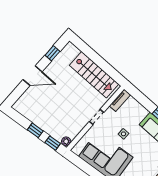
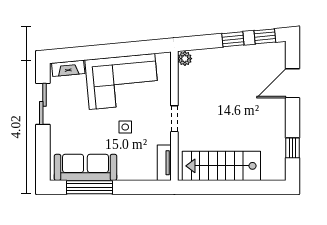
door: (33, 76) -> (293, 83), moved
window: (53, 143) -> (265, 36), moved

